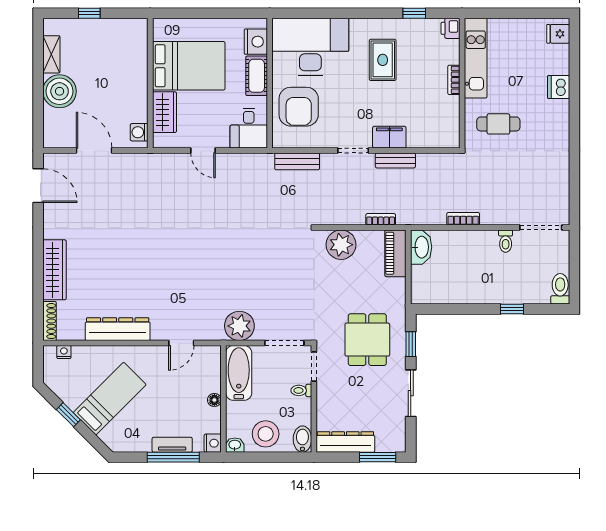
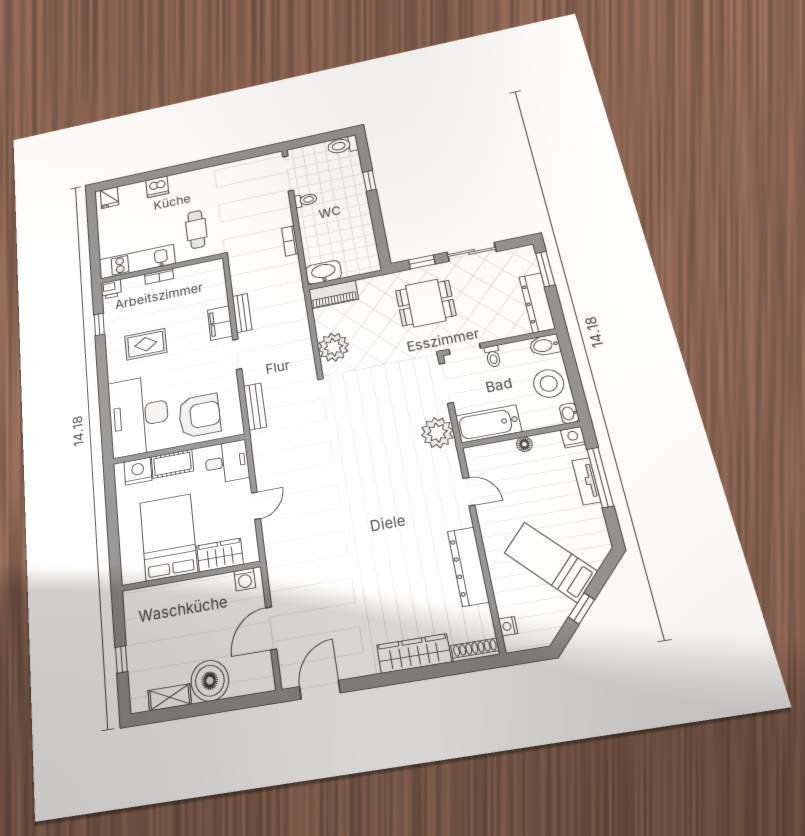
bookcase: (381, 219) -> (302, 315), removed

